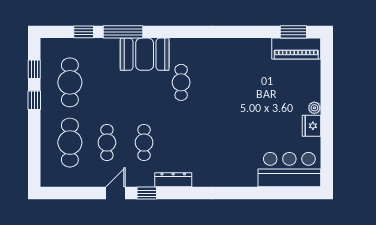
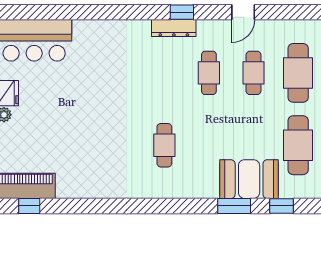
window: (123, 32) -> (234, 206), width x0.69
window: (293, 32) -> (29, 206), width x0.67
booth: (145, 54) -> (249, 179), moved
window: (147, 193) -> (182, 12), moved

